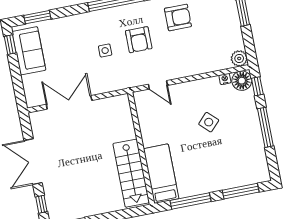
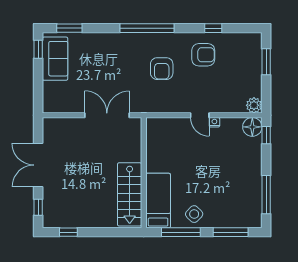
side table: (105, 51) -> (128, 73), removed
nightstand: (225, 79) -> (214, 122), moved
door: (158, 85) -> (200, 115), moved
double door: (69, 102) -> (107, 115), moved
side table: (209, 122) -> (194, 214), moved
window: (265, 127) -> (266, 195), moved

